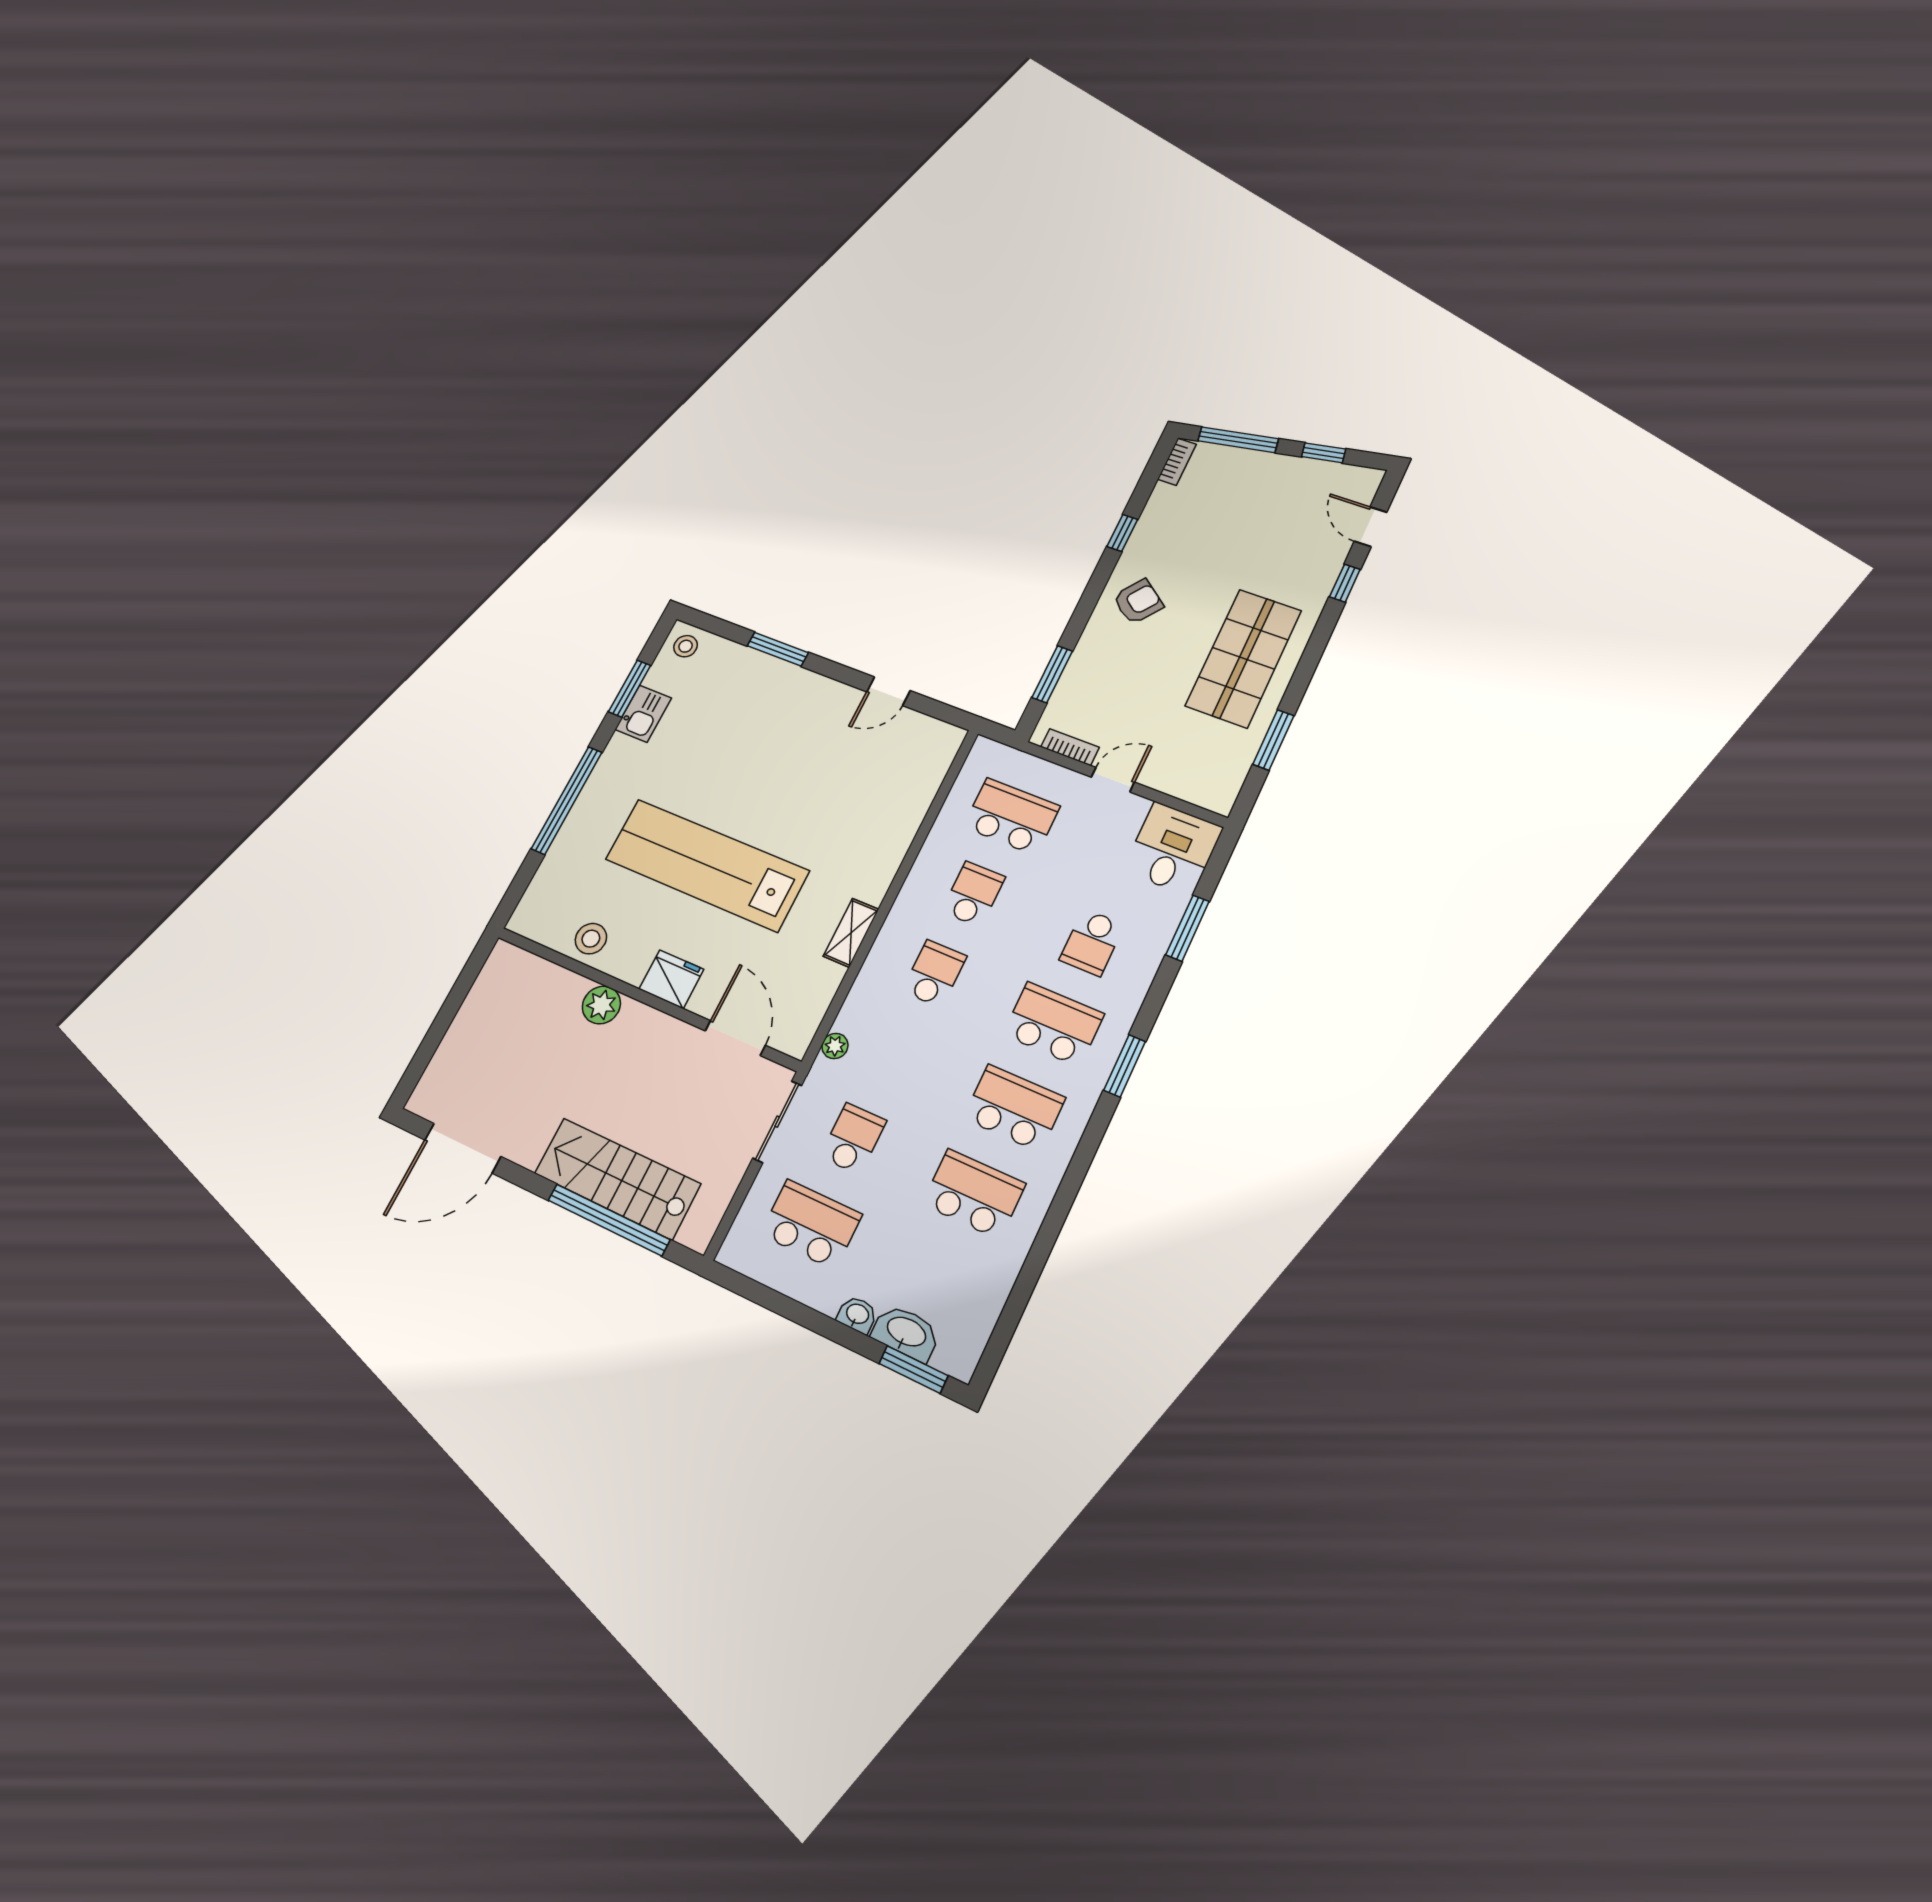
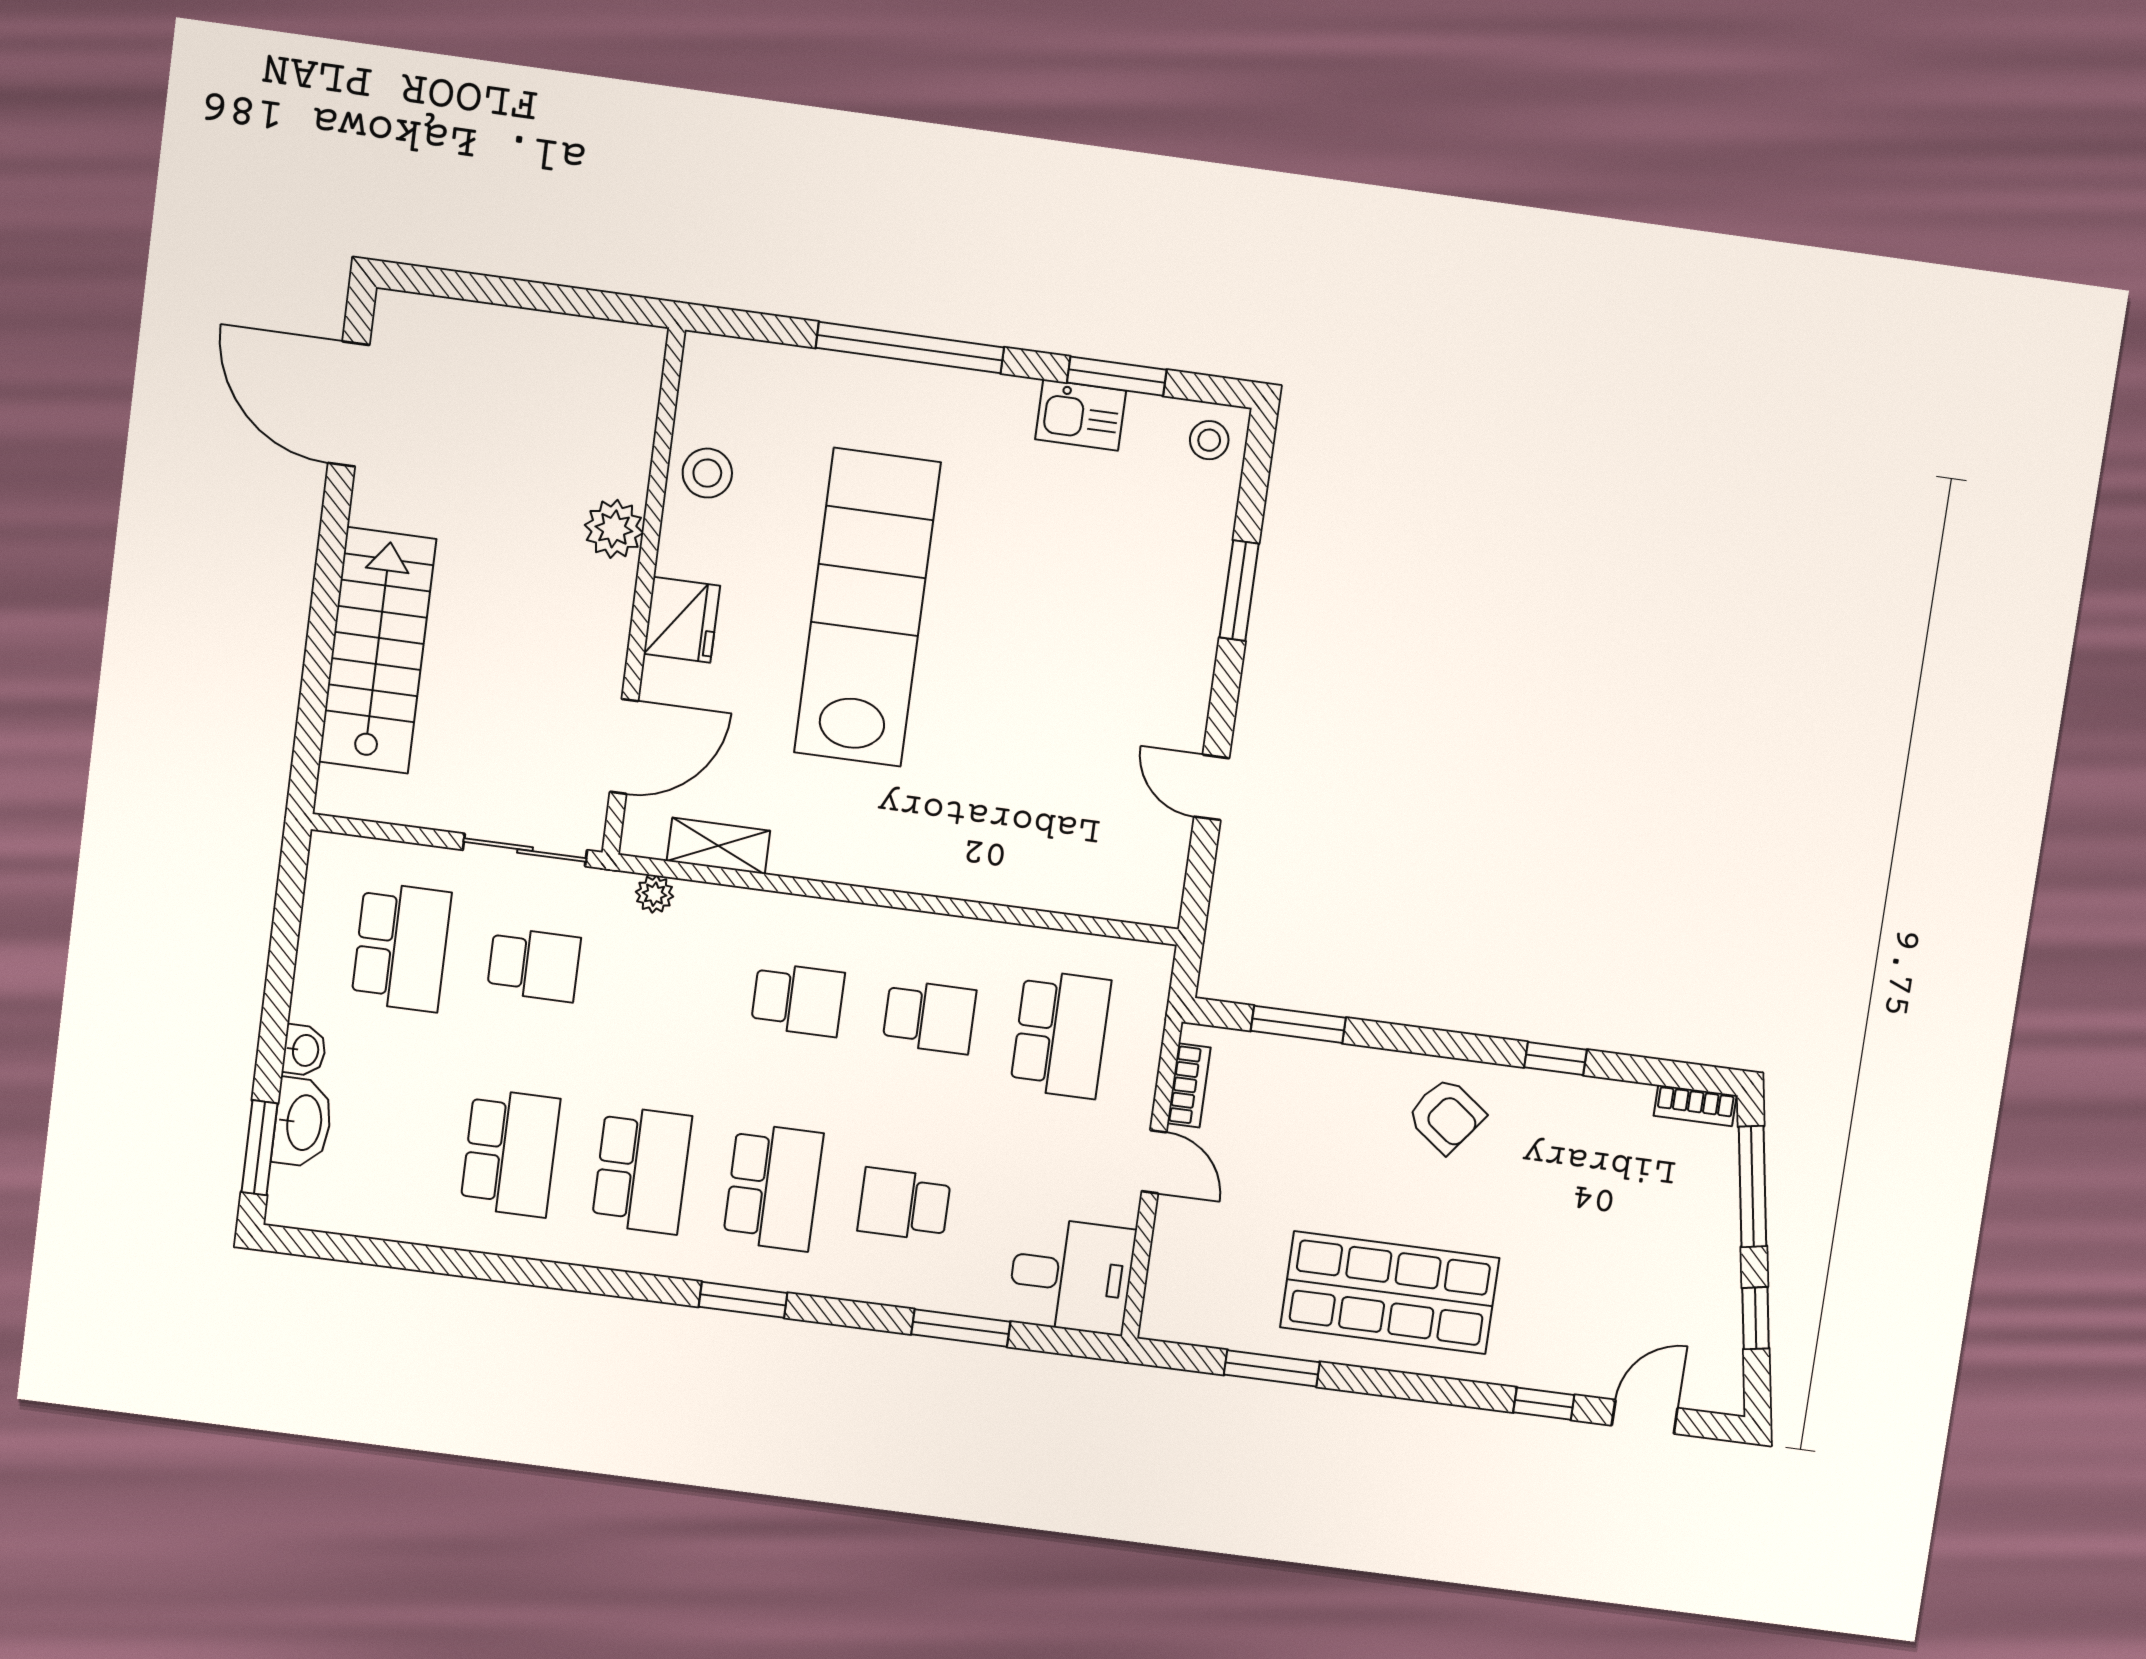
shelving: (851, 933) -> (718, 846), moved
window: (609, 1220) -> (318, 661), removed

